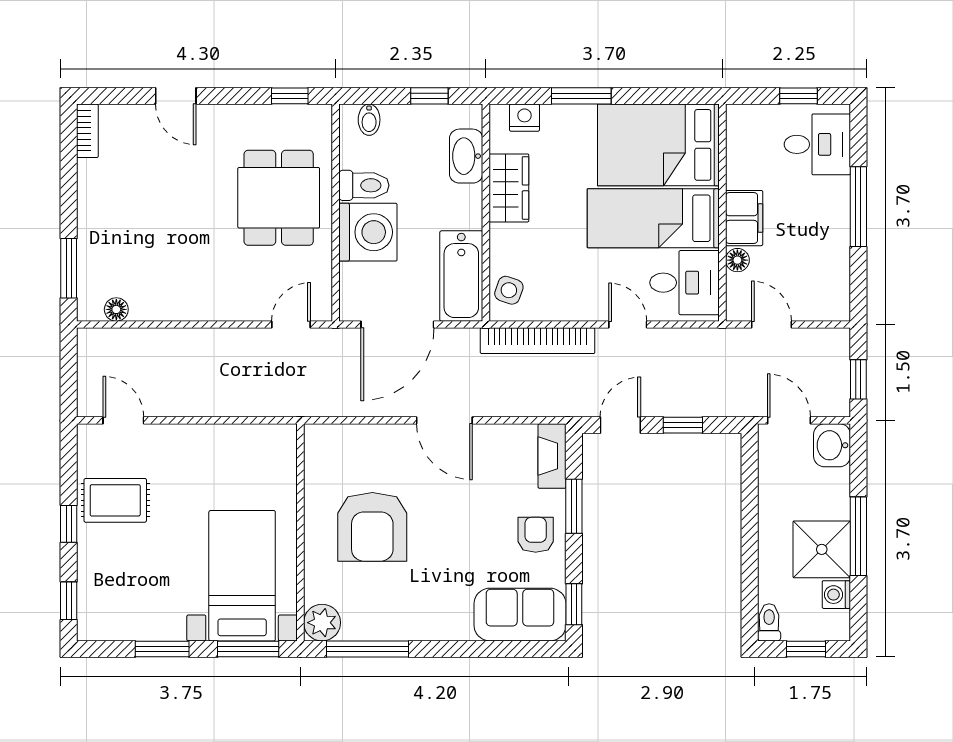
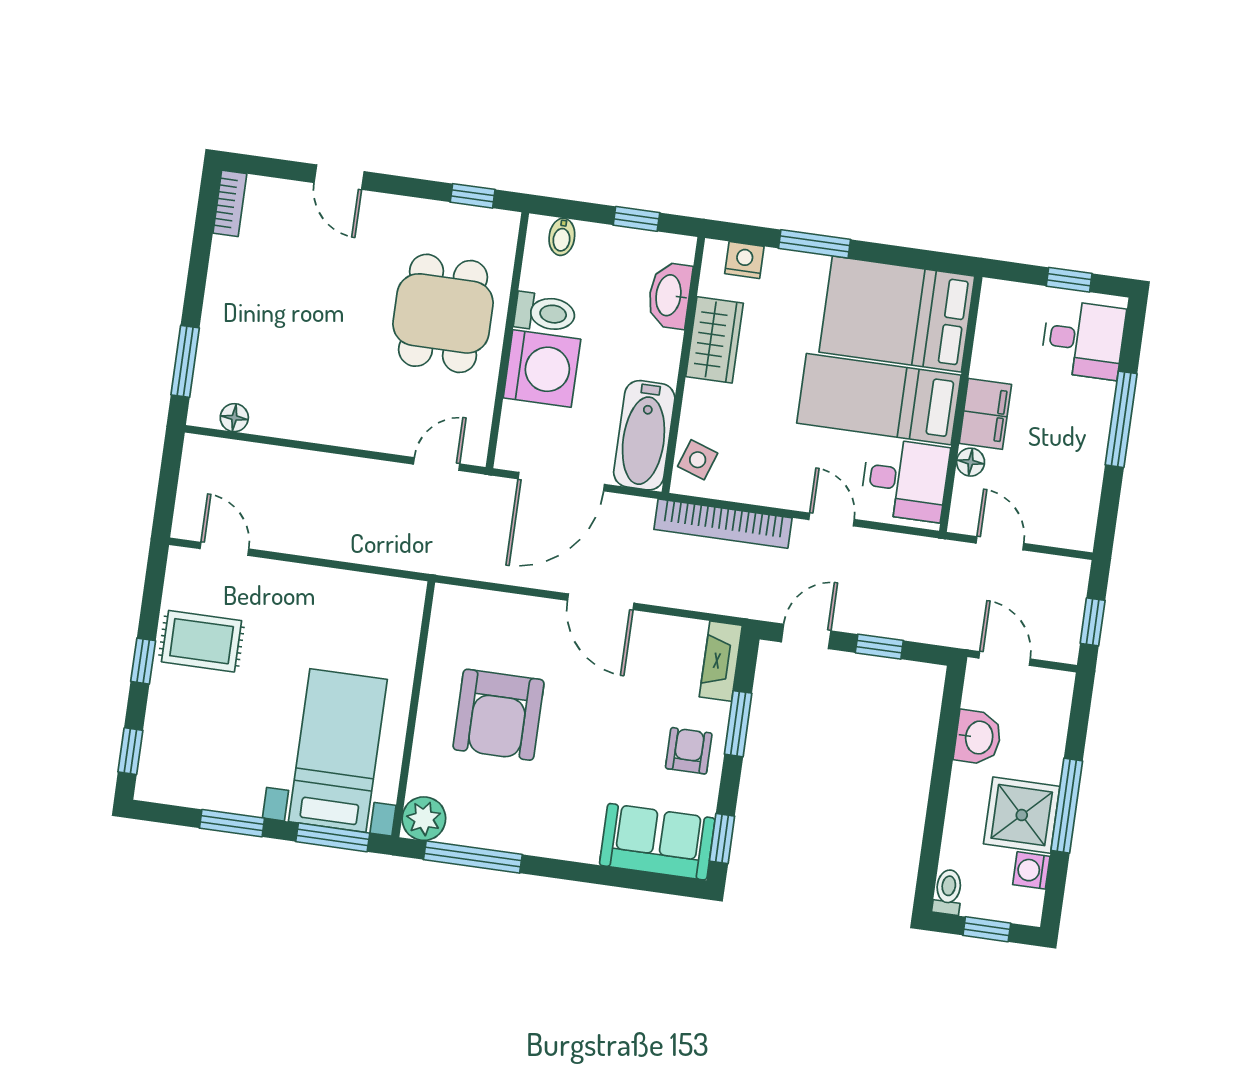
washbasin: (832, 445) -> (978, 737), moved, turned 180

